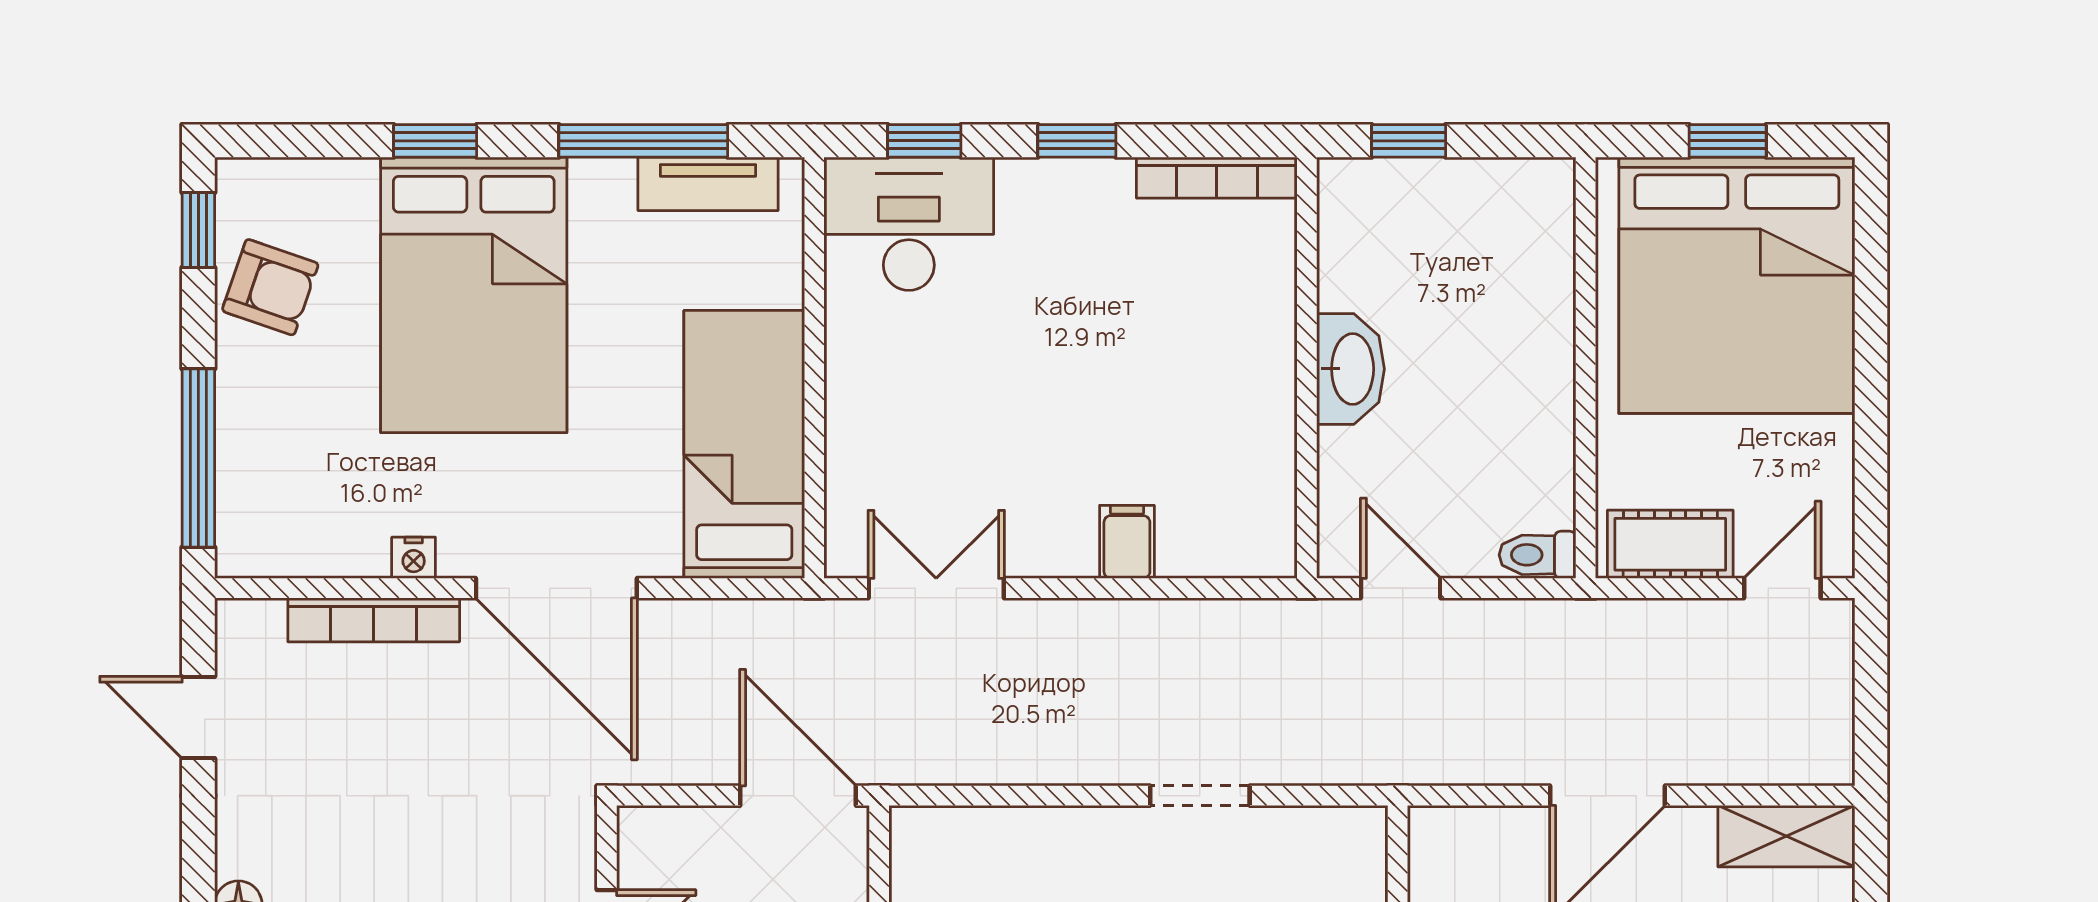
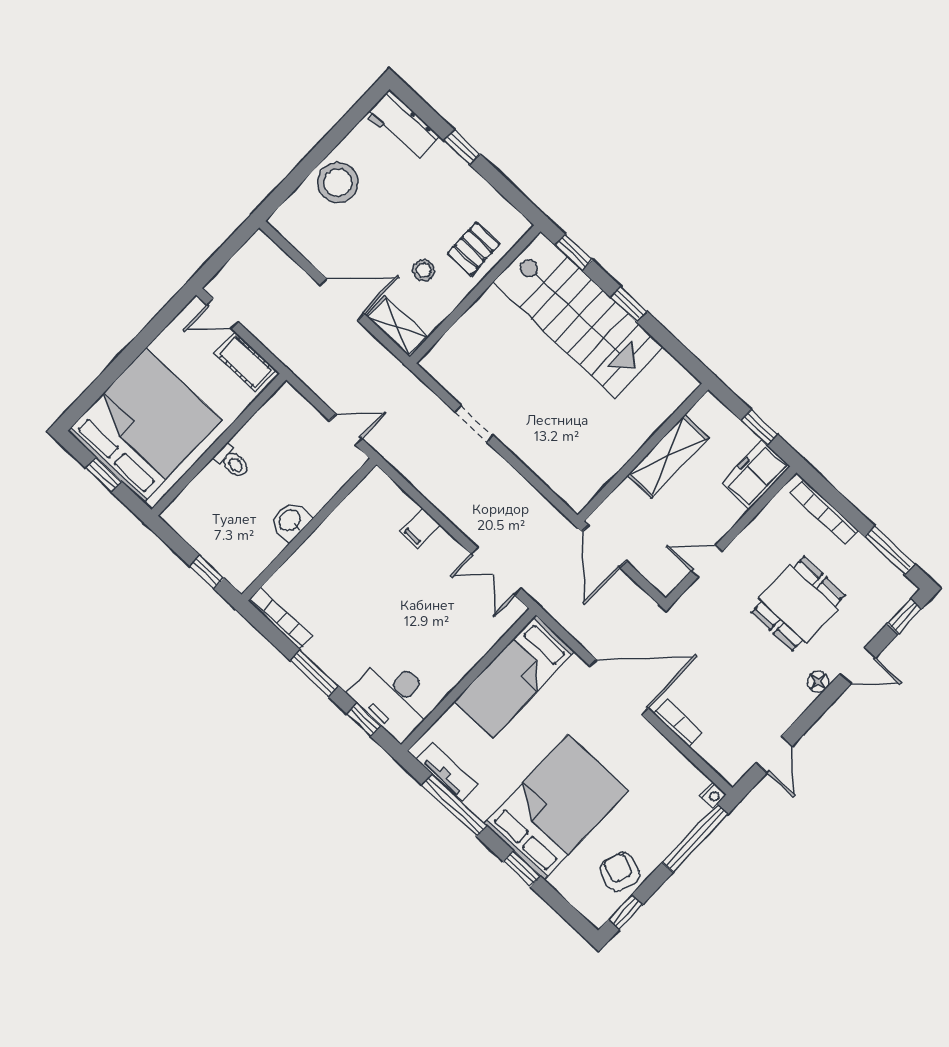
window: (1077, 141) -> (314, 673), width x1.50
washbasin: (1351, 369) -> (291, 521), width x0.72
toilet: (1538, 555) -> (232, 462), moved
nightstand: (414, 558) -> (713, 795), moved, turned 90
door: (556, 588) -> (619, 687), hinge flipped
door: (1401, 588) -> (346, 430), swing flipped
bookcase: (374, 620) -> (678, 723), width x0.64
shelving: (1786, 836) -> (397, 327), moved

